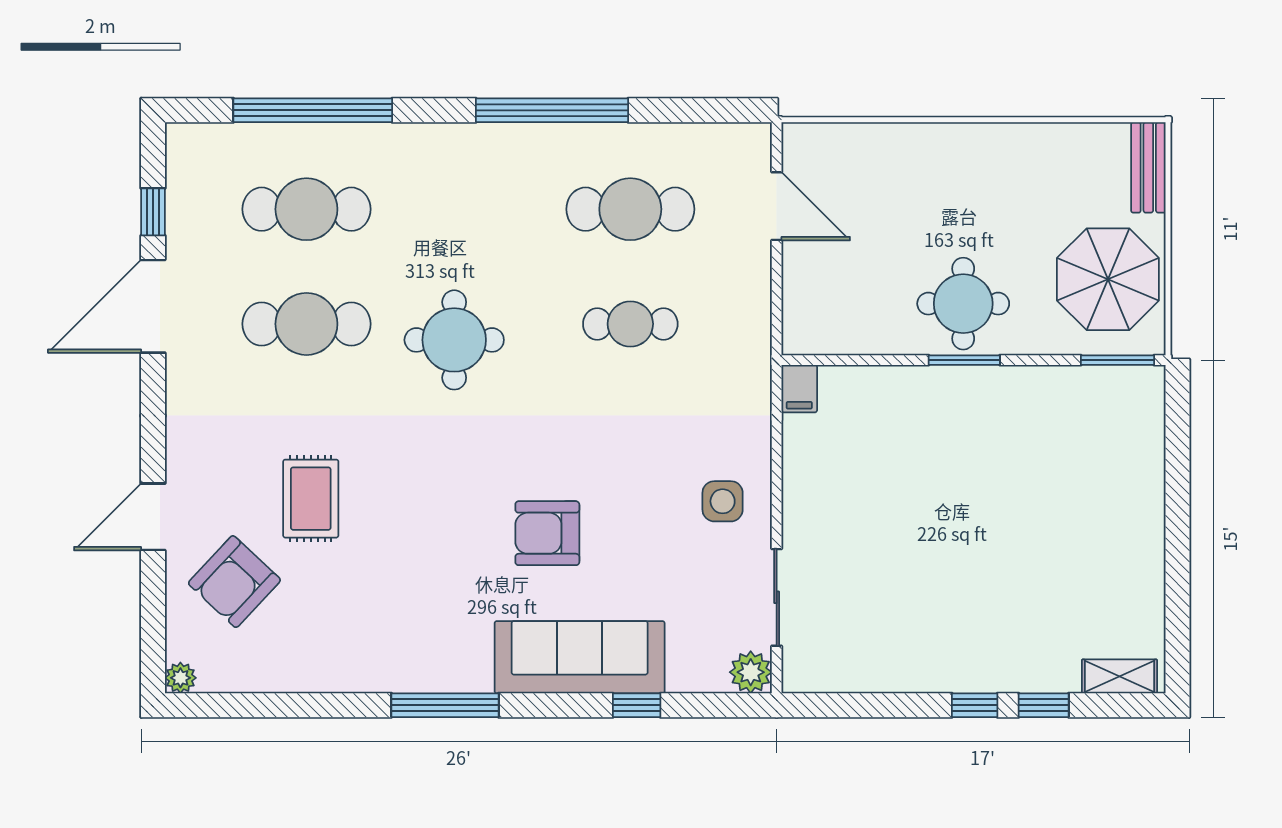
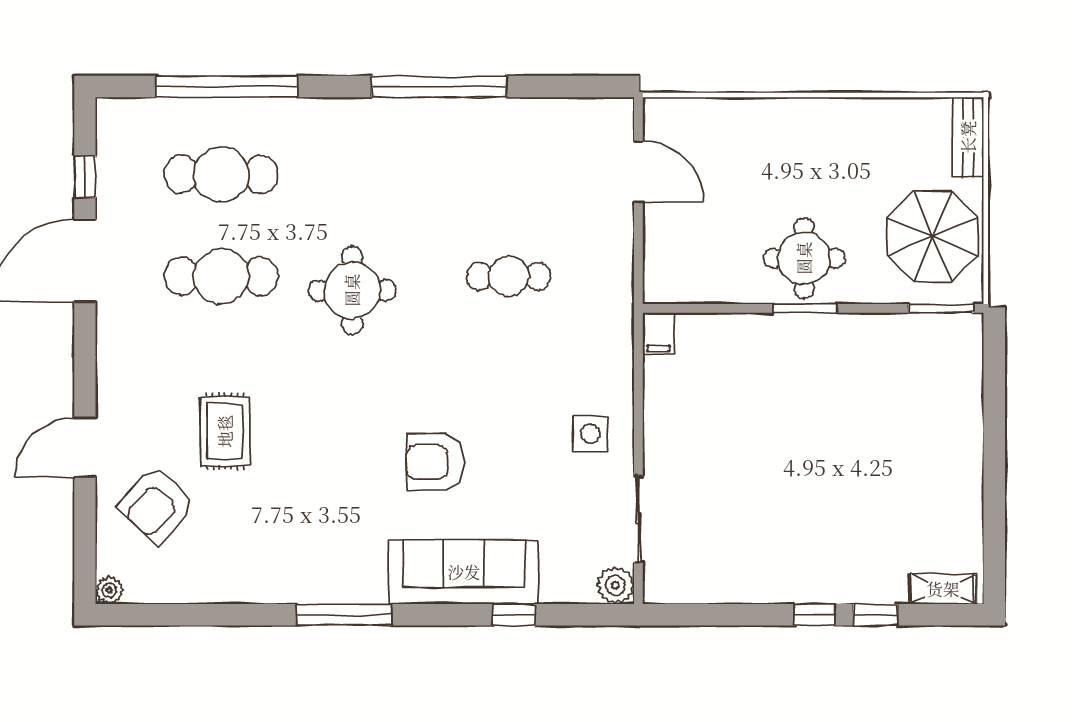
cafe table: (630, 209) -> (509, 174), removed

